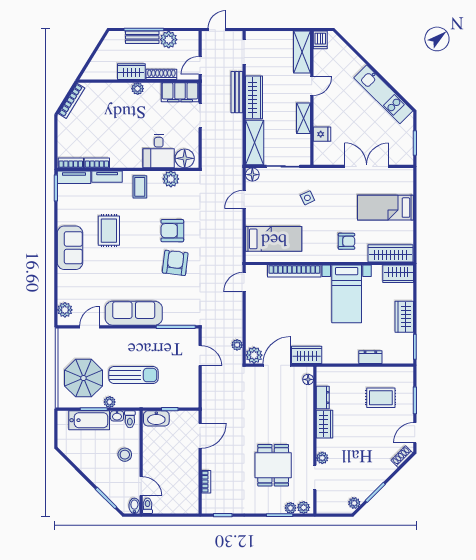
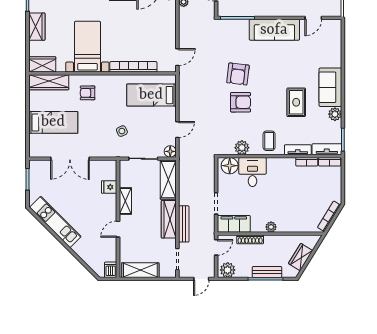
plant: (169, 40) -> (228, 270), moved
shelving: (302, 52) -> (140, 270), moved, turned 90
wardrobe: (131, 72) -> (301, 257), moved, turned 122
plant: (65, 310) -> (335, 114), moved

